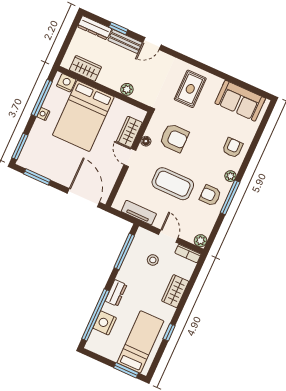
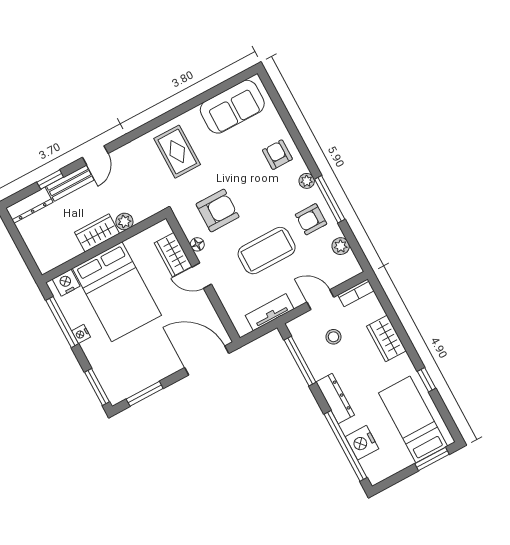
wardrobe: (85, 68) -> (97, 233), moved
plant: (201, 241) -> (341, 246), moved
dresser: (116, 293) -> (335, 398), width x1.44

